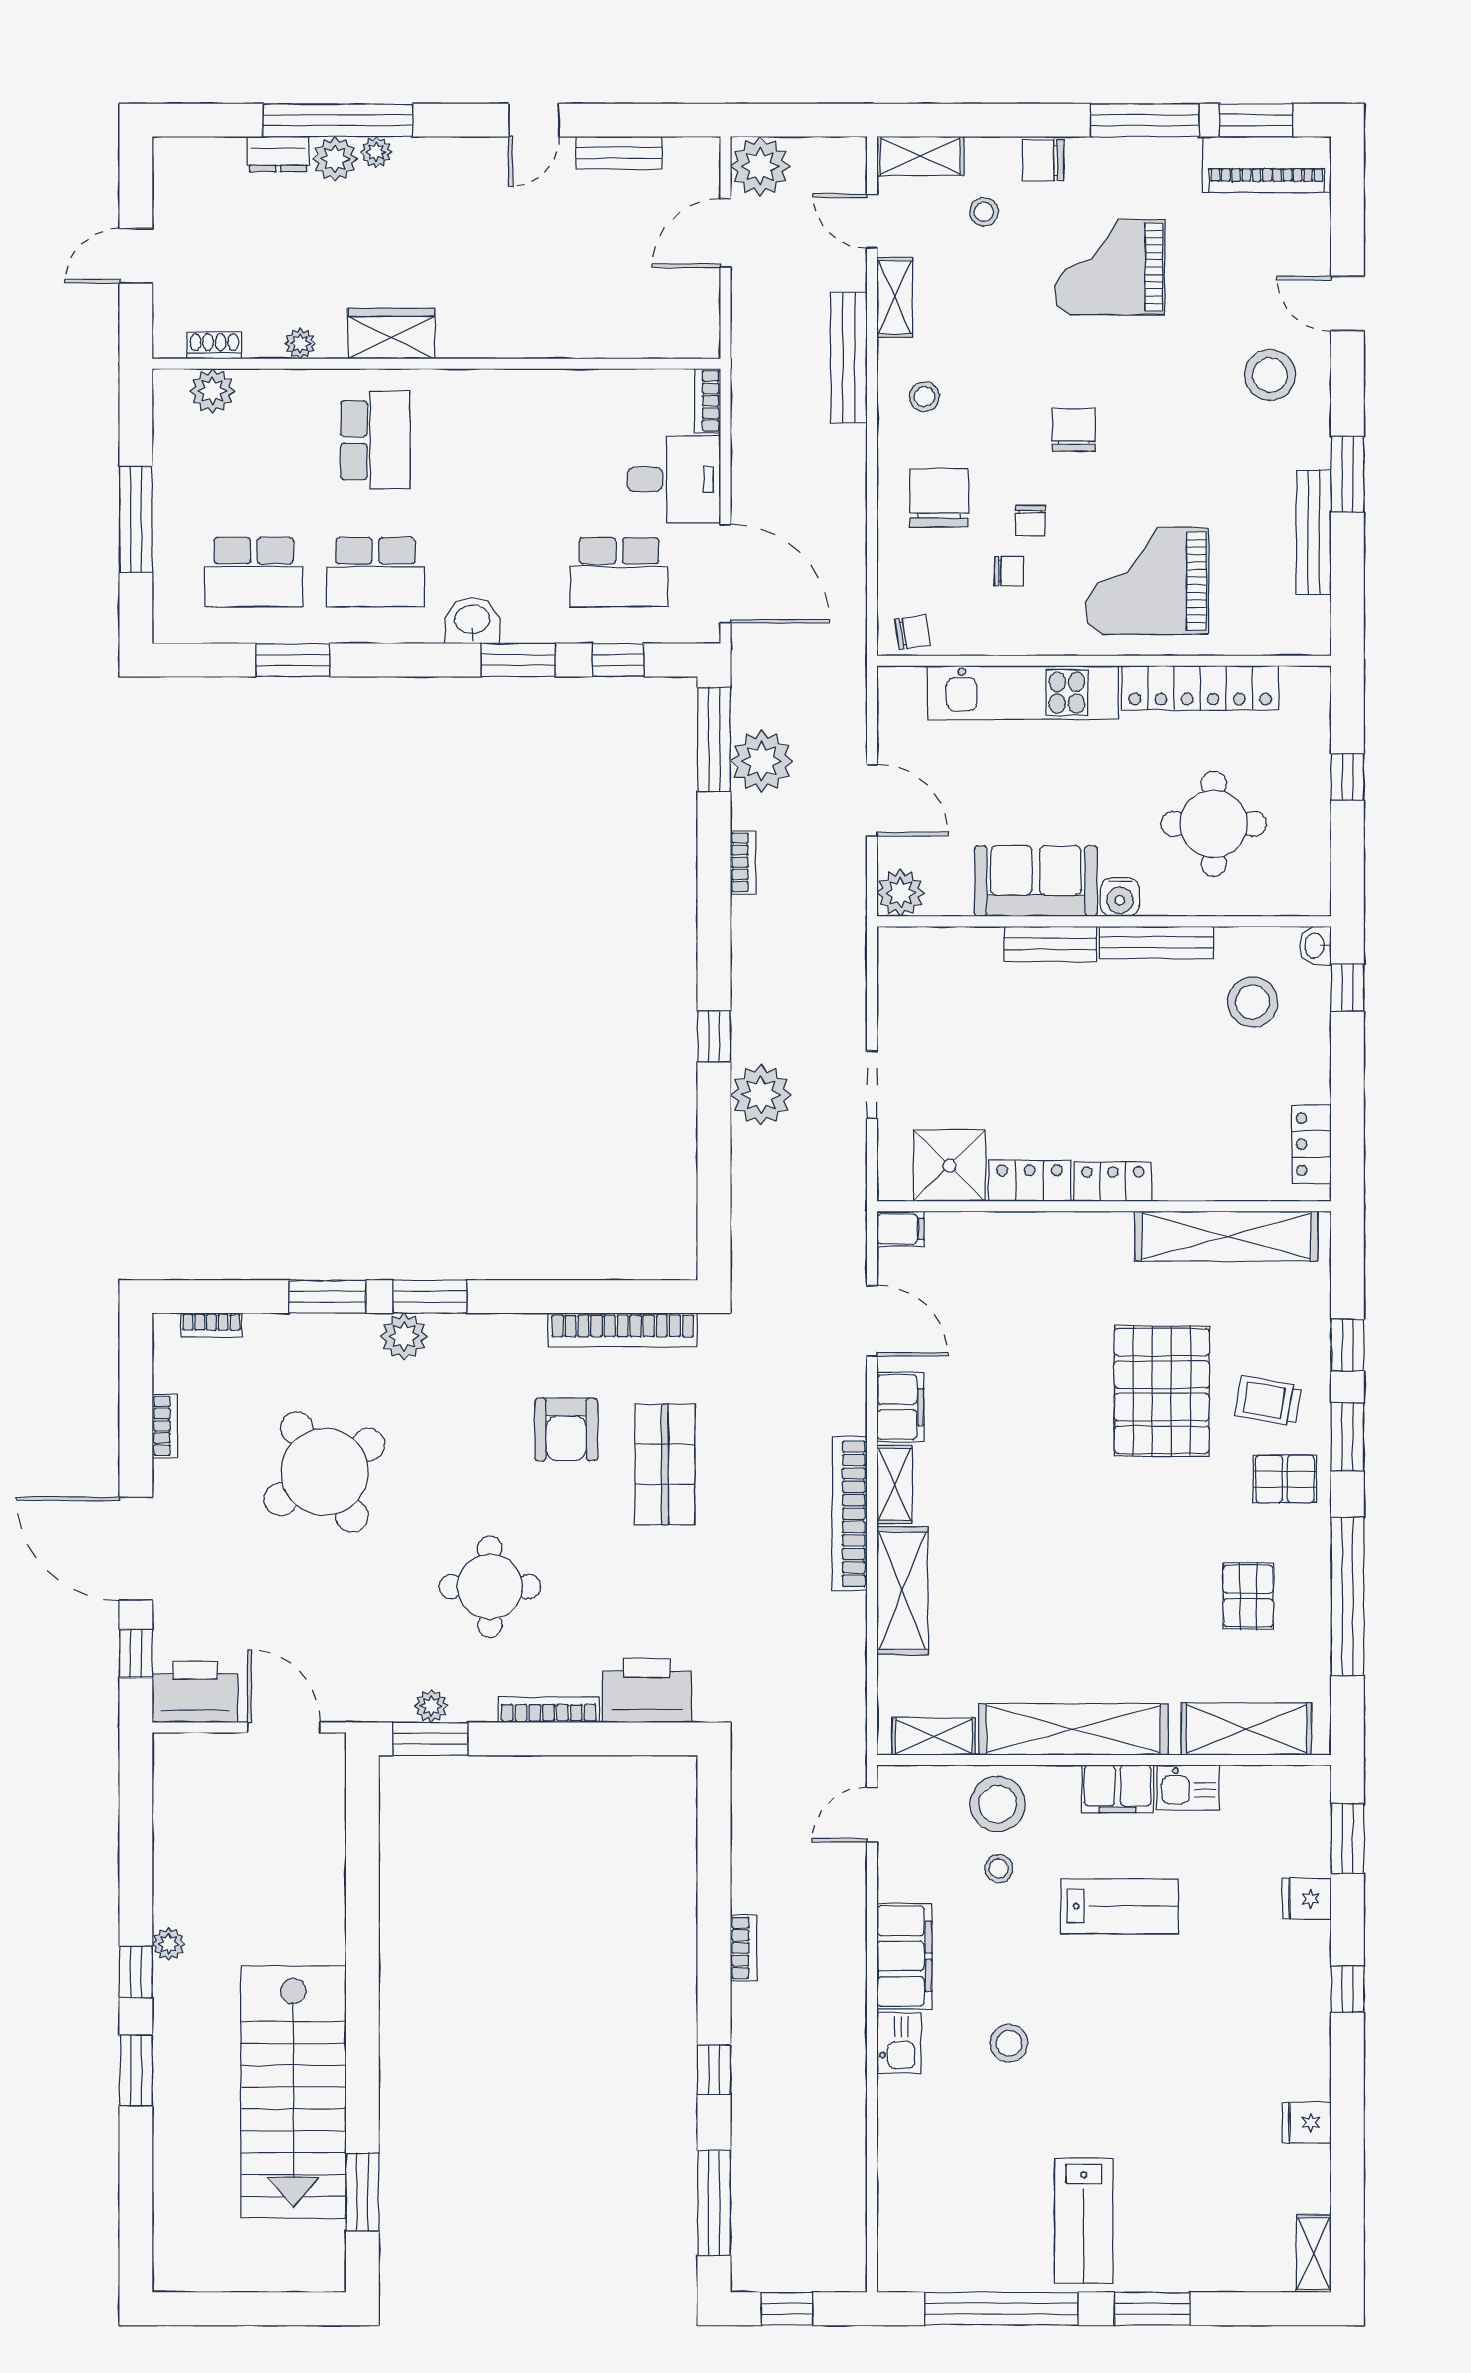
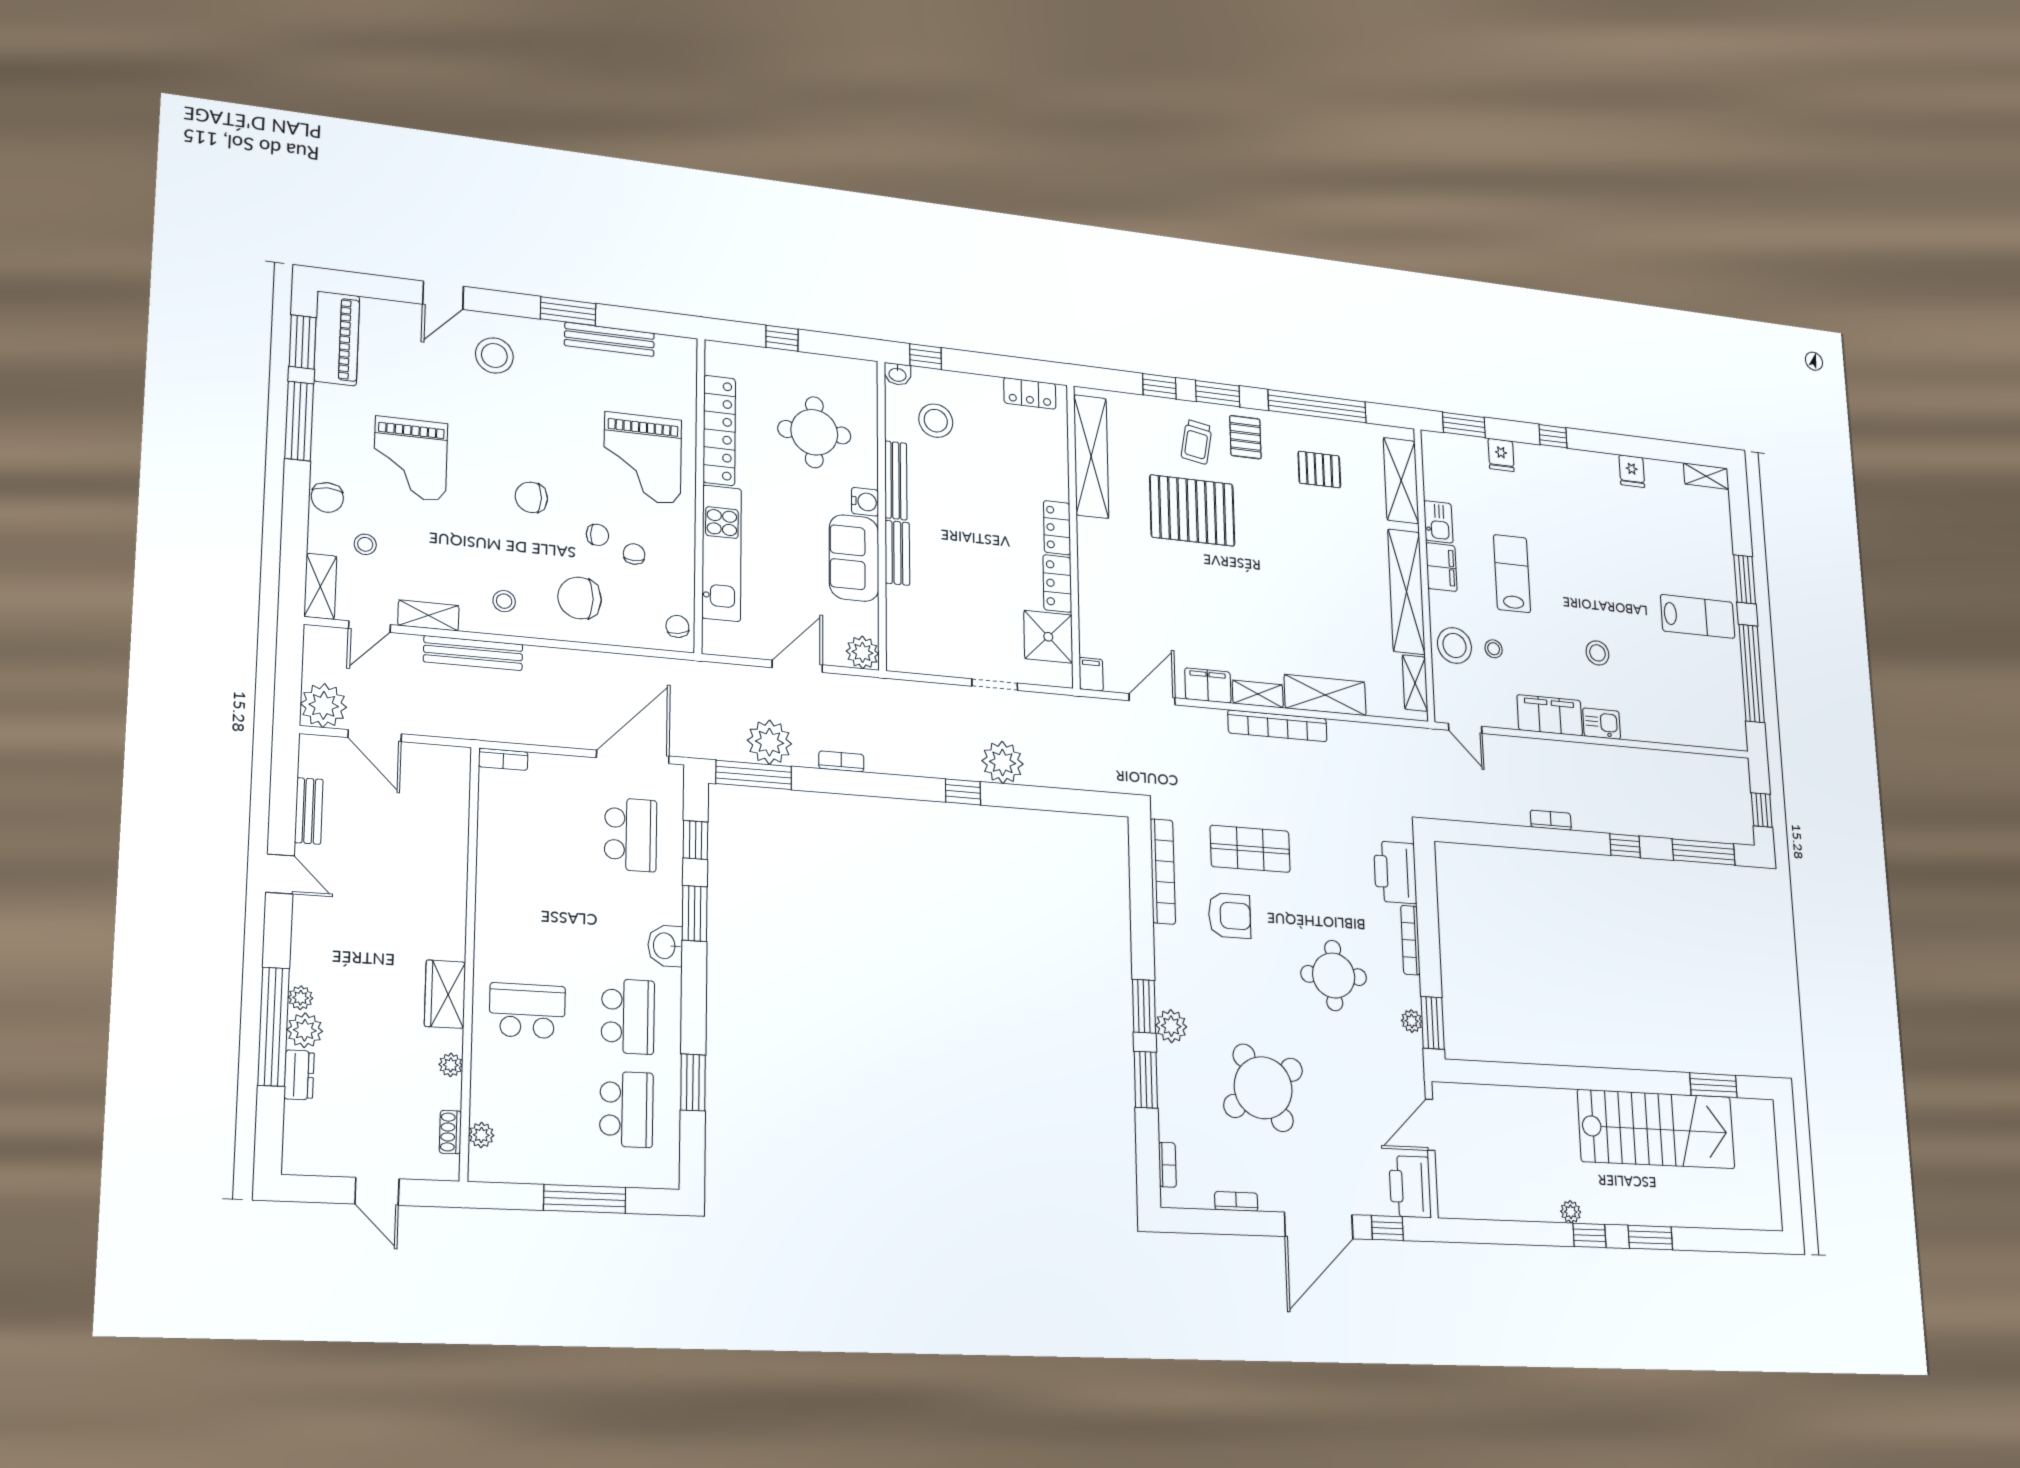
plant: (212, 391) -> (481, 1135), width x0.73, depth x0.73
desk: (674, 479) -> (562, 789), removed

